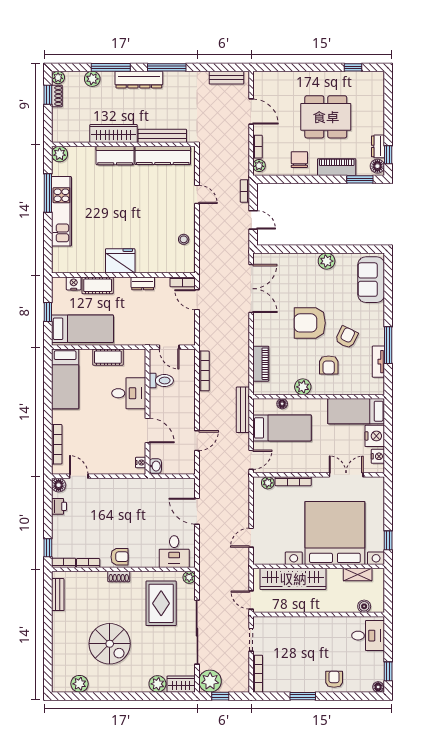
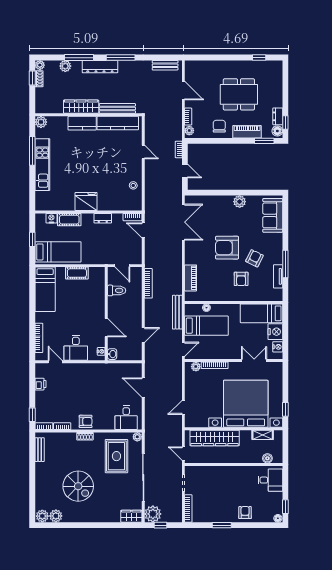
plant: (303, 387) -> (222, 295), removed
desk: (129, 393) -> (76, 348), moved, turned 90
floor lamp: (59, 485) -> (40, 368), removed
plant: (157, 684) -> (42, 516), moved

